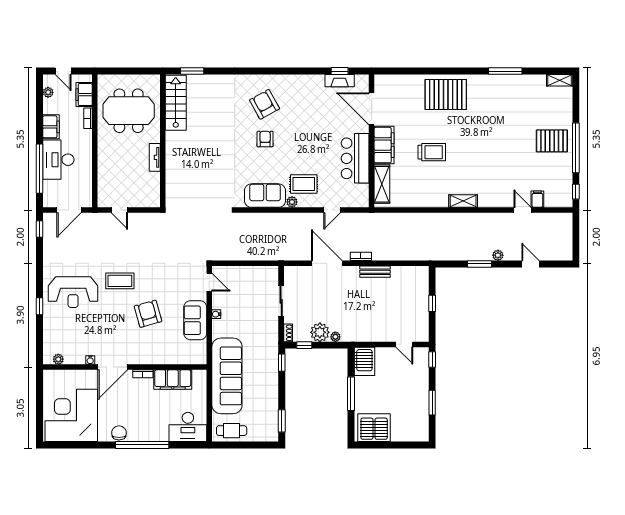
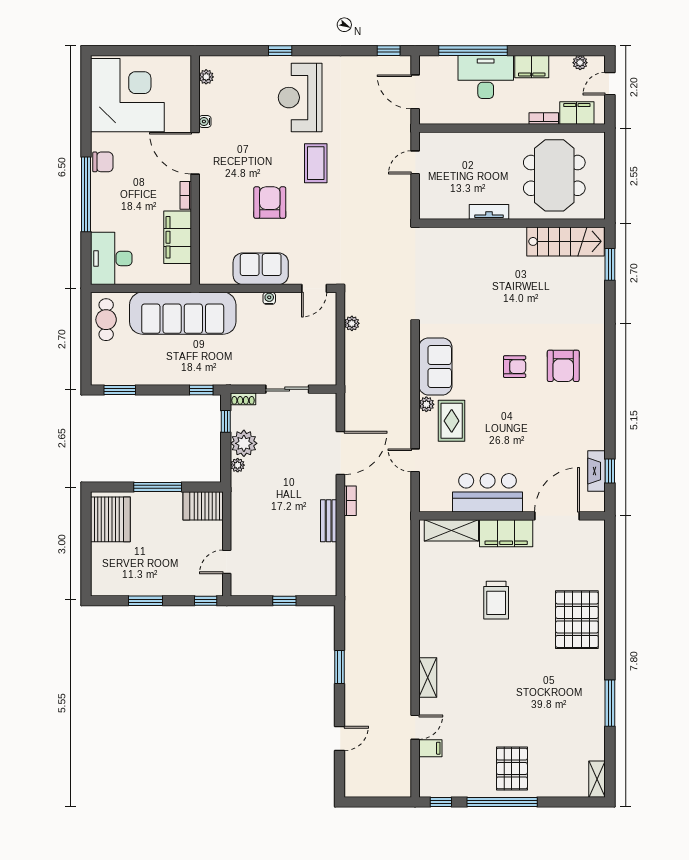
armchair: (264, 104) -> (563, 366), turned 119
shelving: (463, 201) -> (428, 678), moved
plant: (498, 255) -> (352, 323), moved
armchair: (148, 314) -> (270, 203), turned -74

